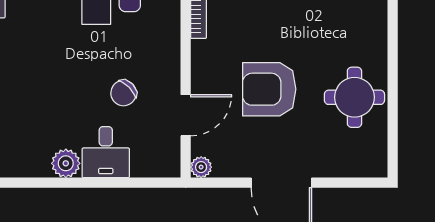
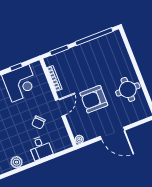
door: (186, 115) -> (60, 108), moved
plant: (66, 163) -> (16, 162), moved

